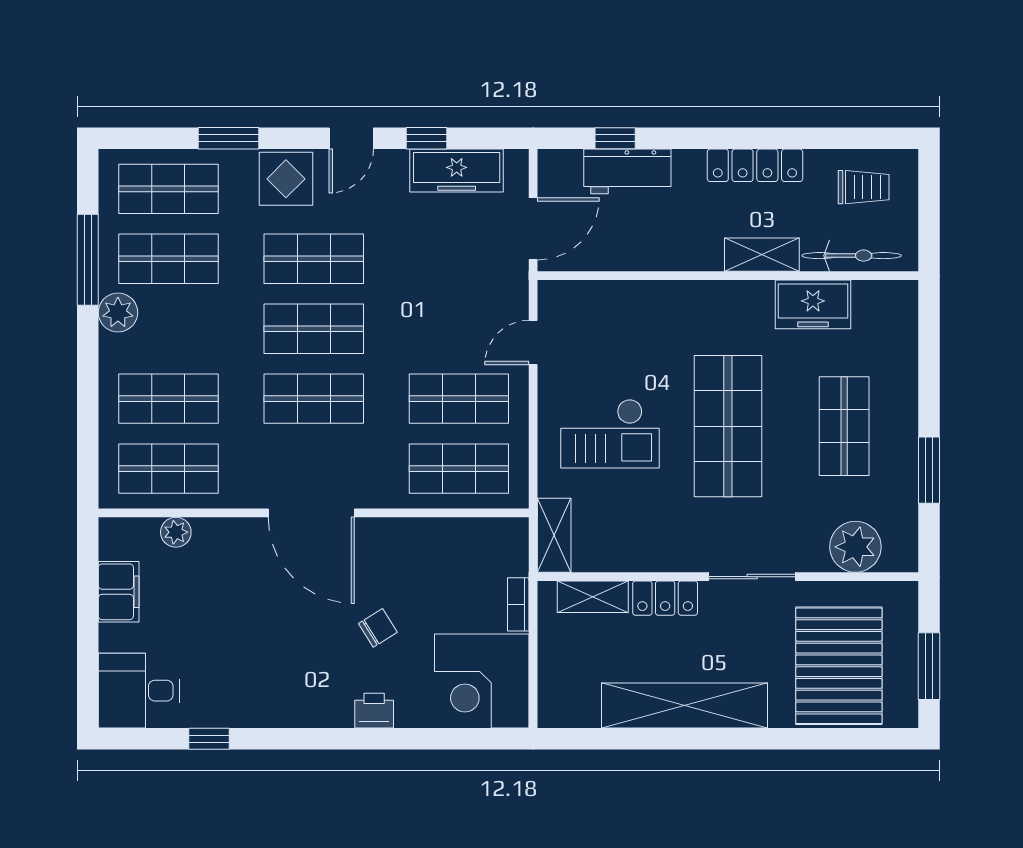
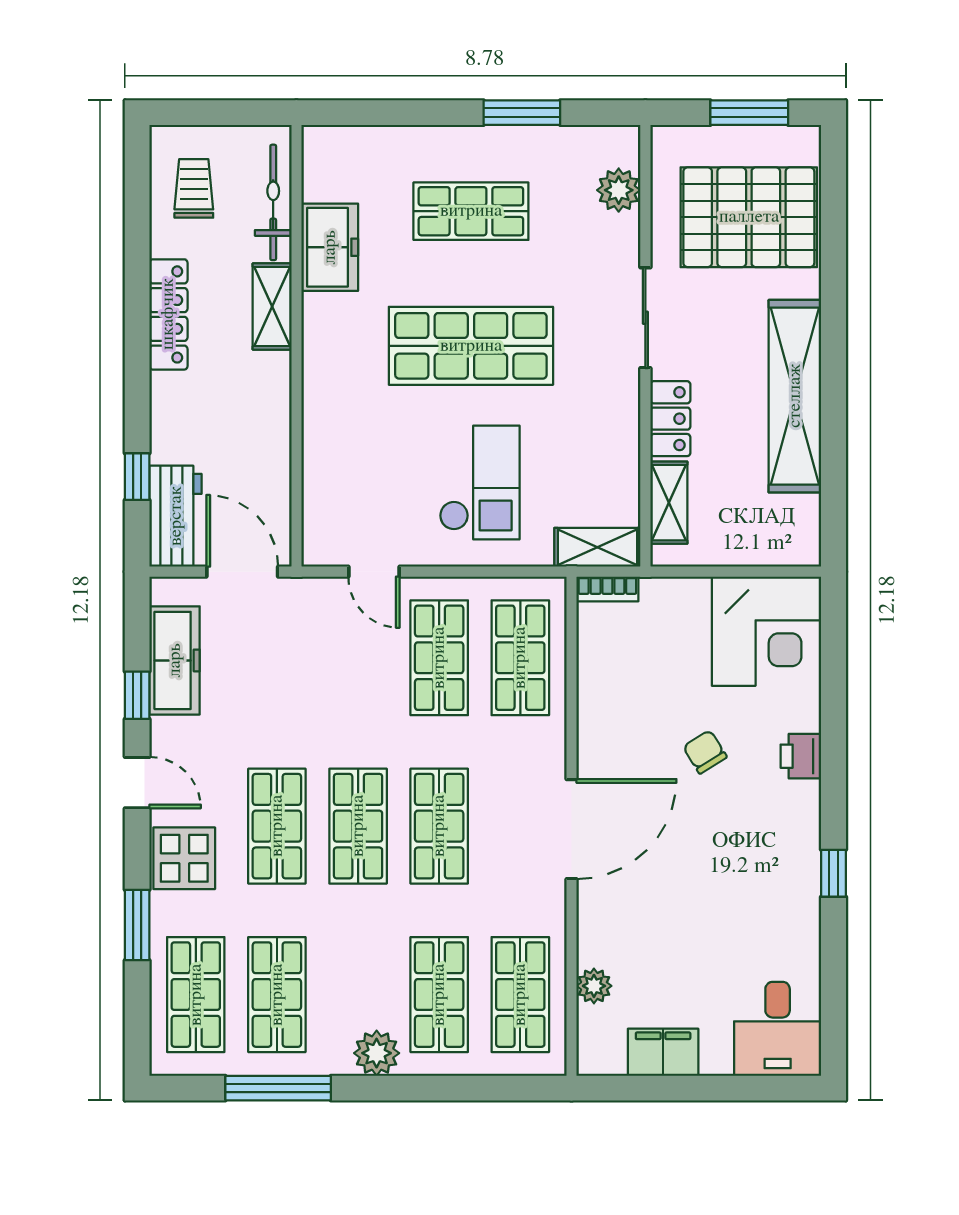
workbench: (627, 171) -> (176, 516), moved
plant: (118, 313) -> (377, 1053), moved
plant: (855, 547) -> (619, 190), width x0.73, depth x0.73
bookcase: (518, 604) -> (607, 589), moved
window: (209, 739) -> (833, 873), moved

